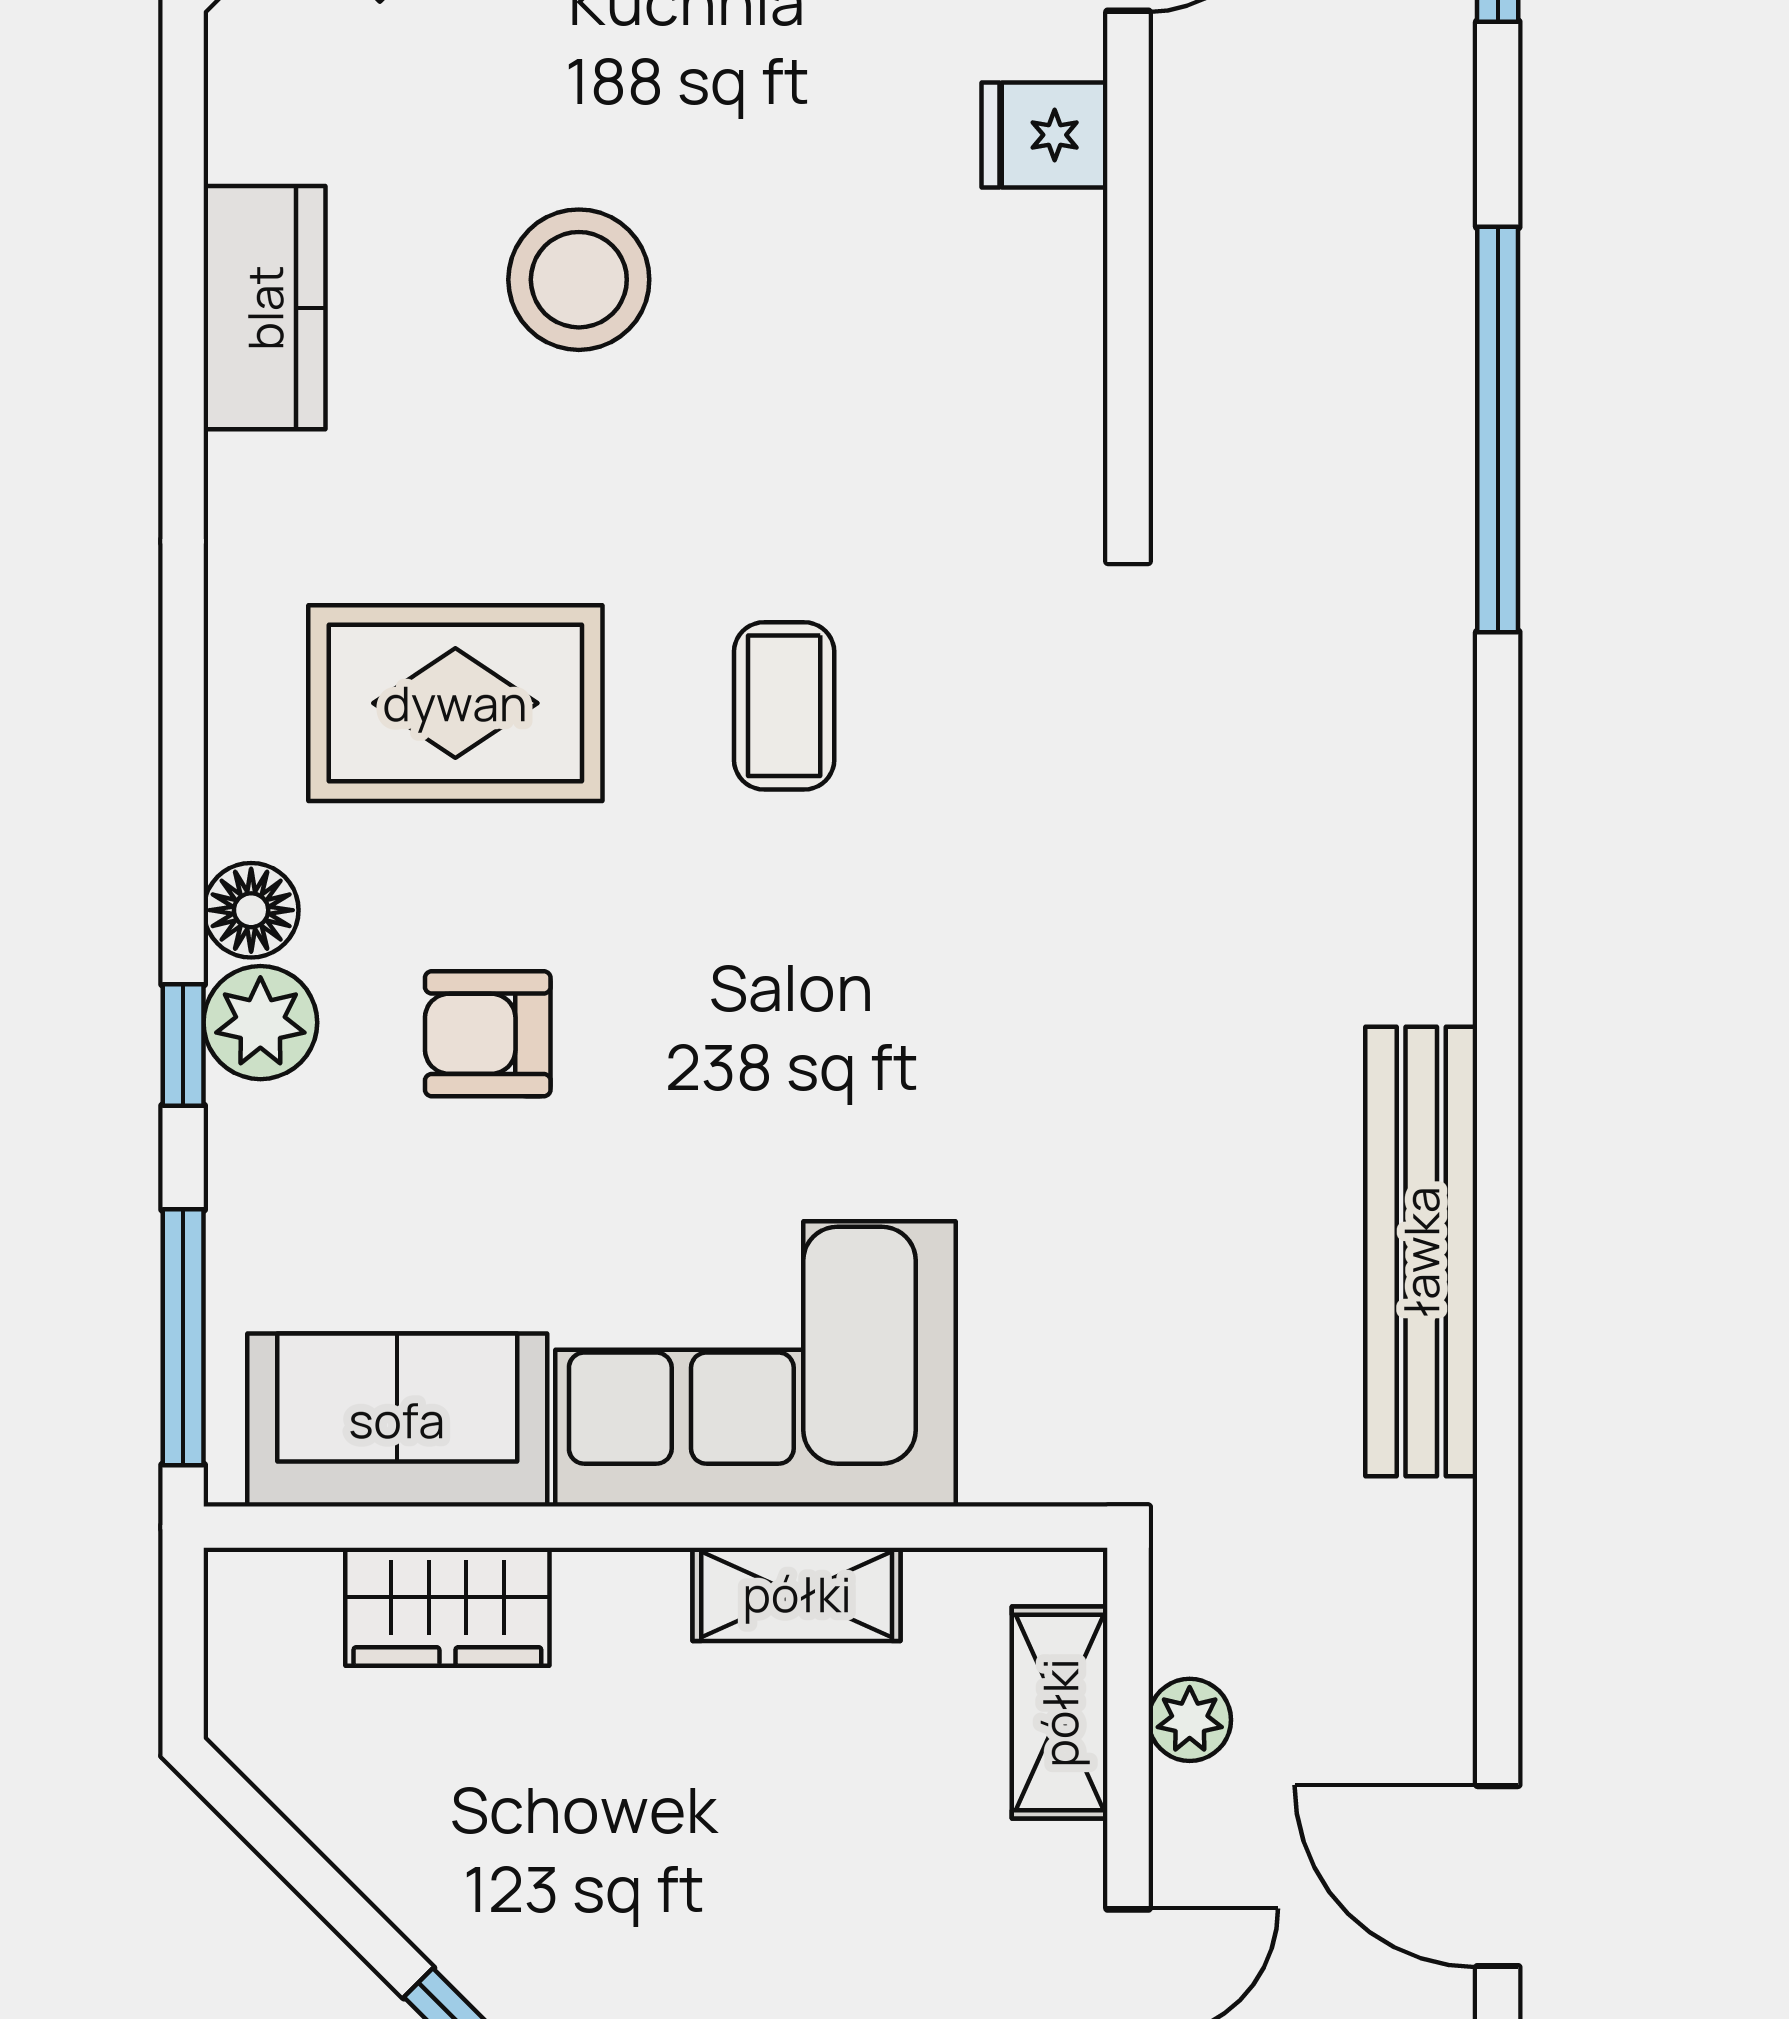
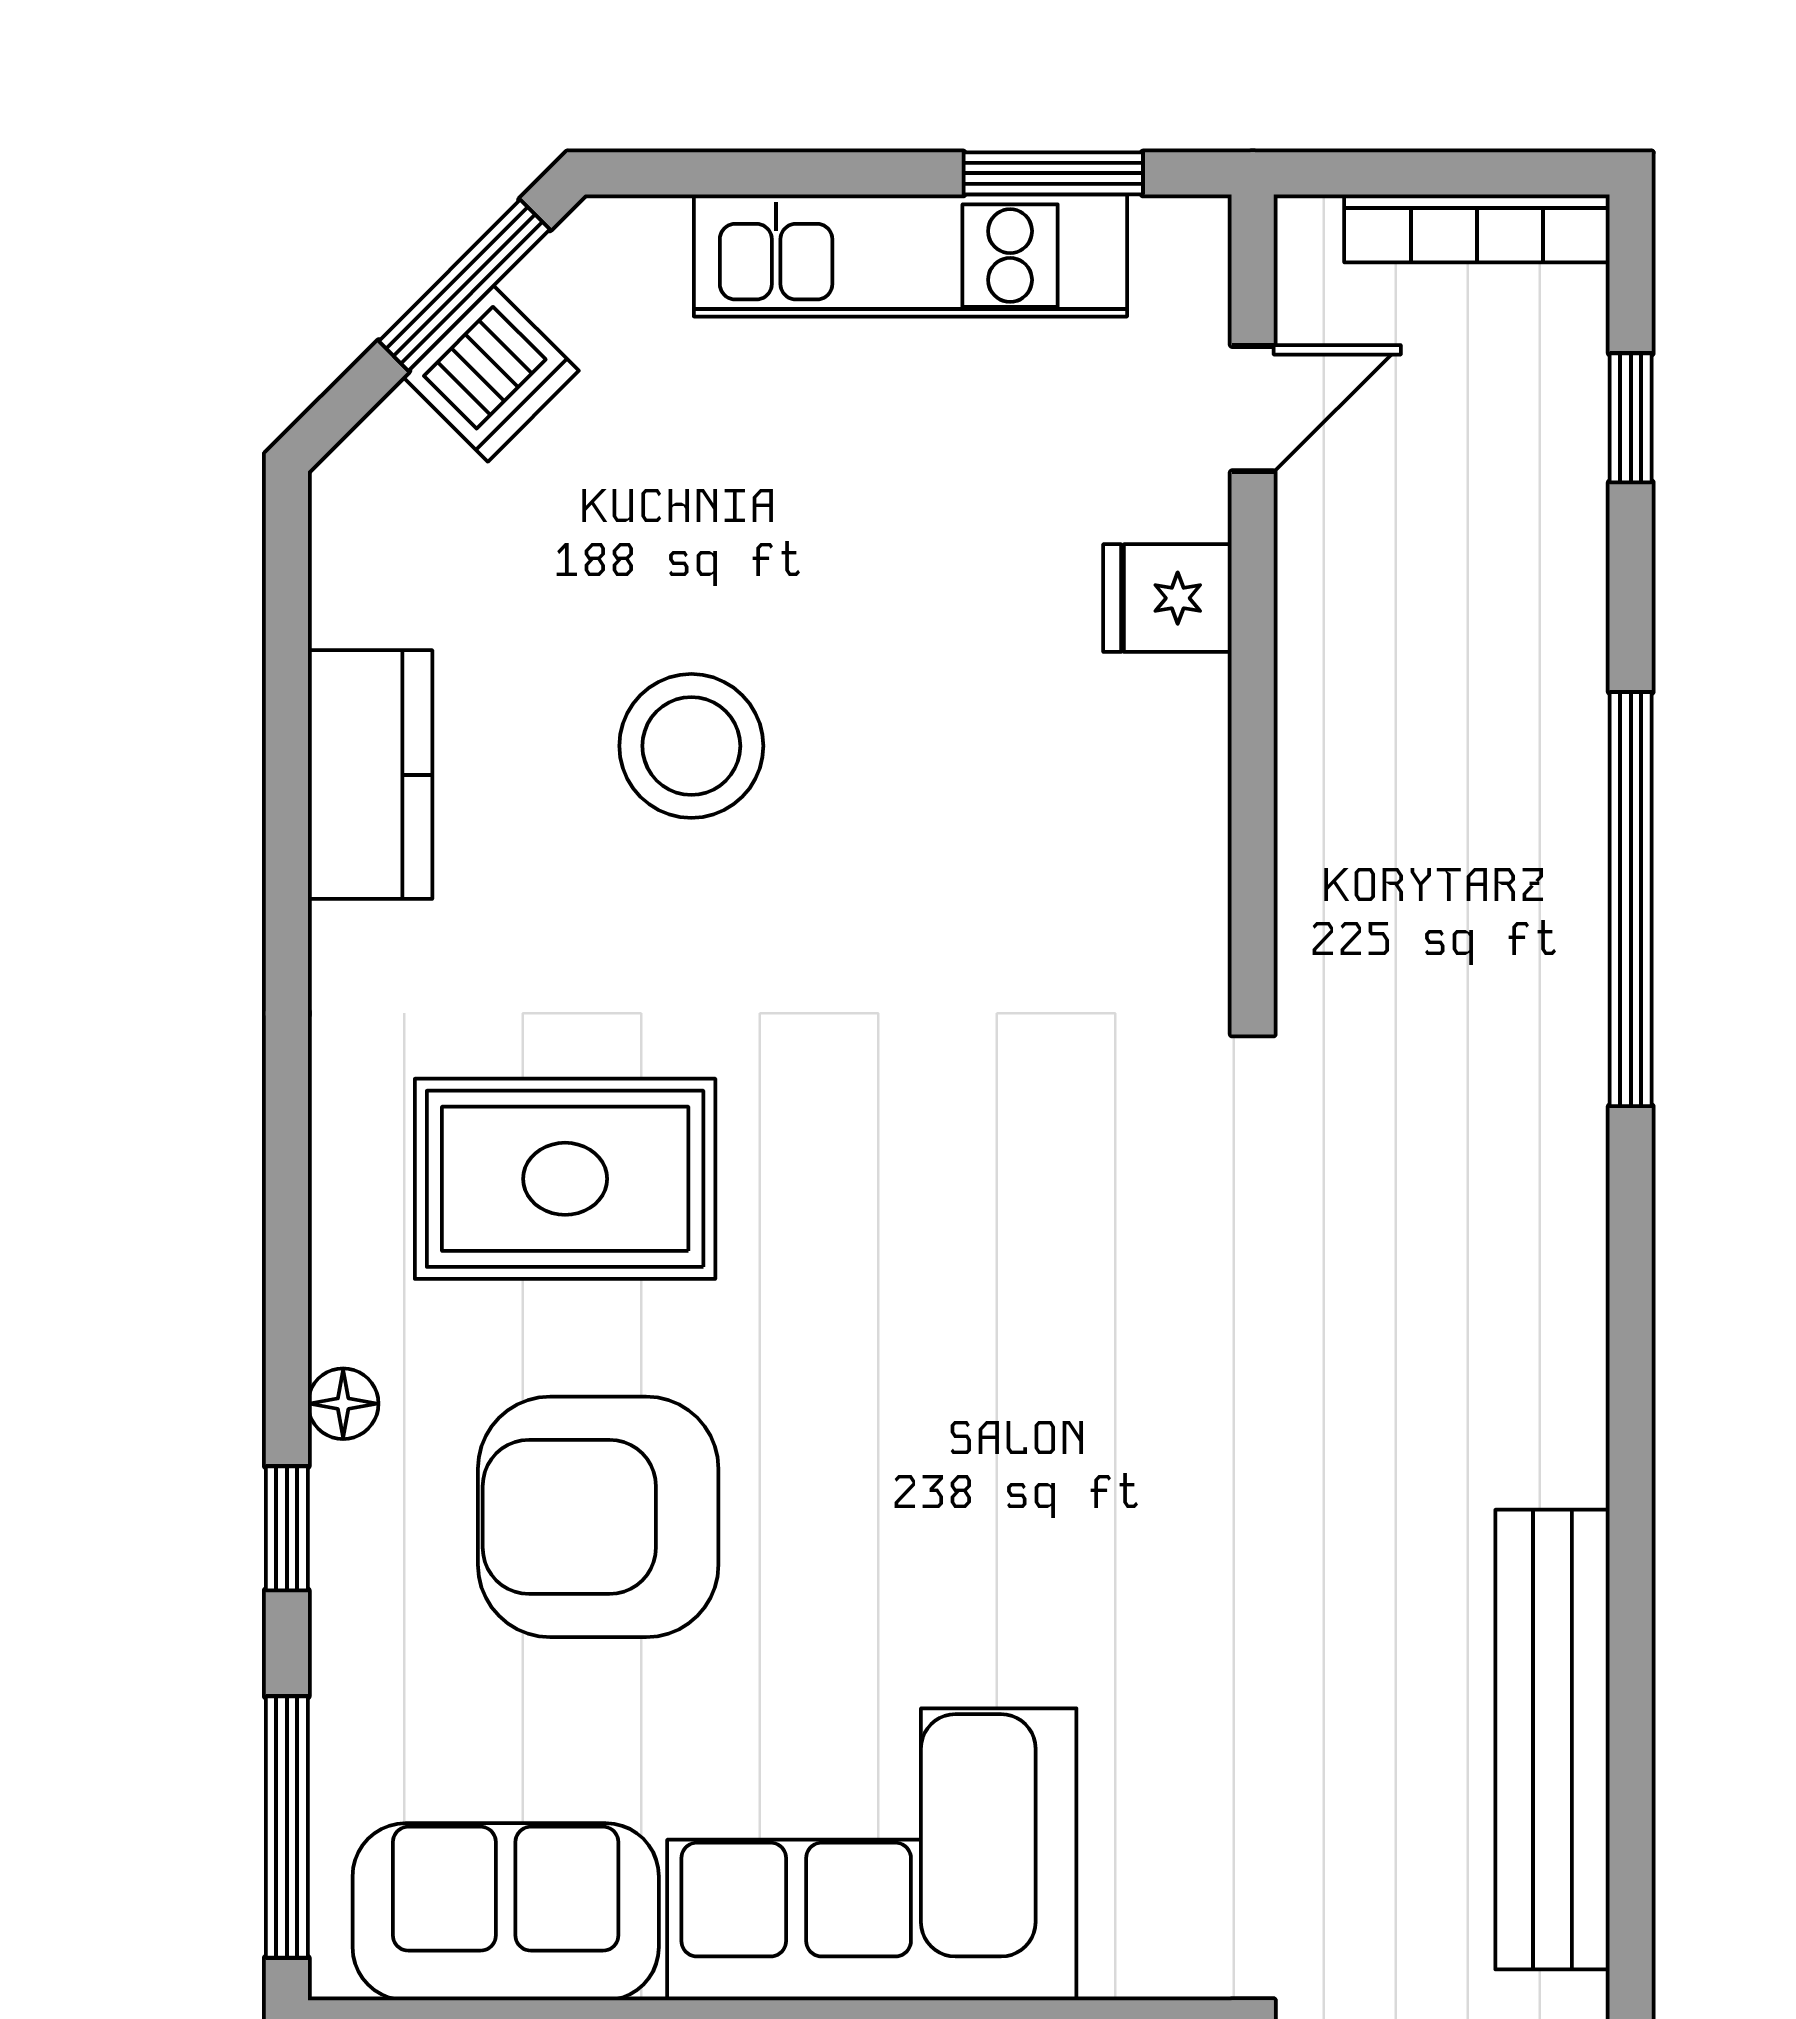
coffee table: (784, 706) -> (901, 1182), removed
floor lamp: (251, 910) -> (343, 1404), width x0.73, depth x0.73
plant: (260, 1023) -> (366, 1505), removed
armchair: (488, 1034) -> (598, 1517), width x1.88, depth x1.88

